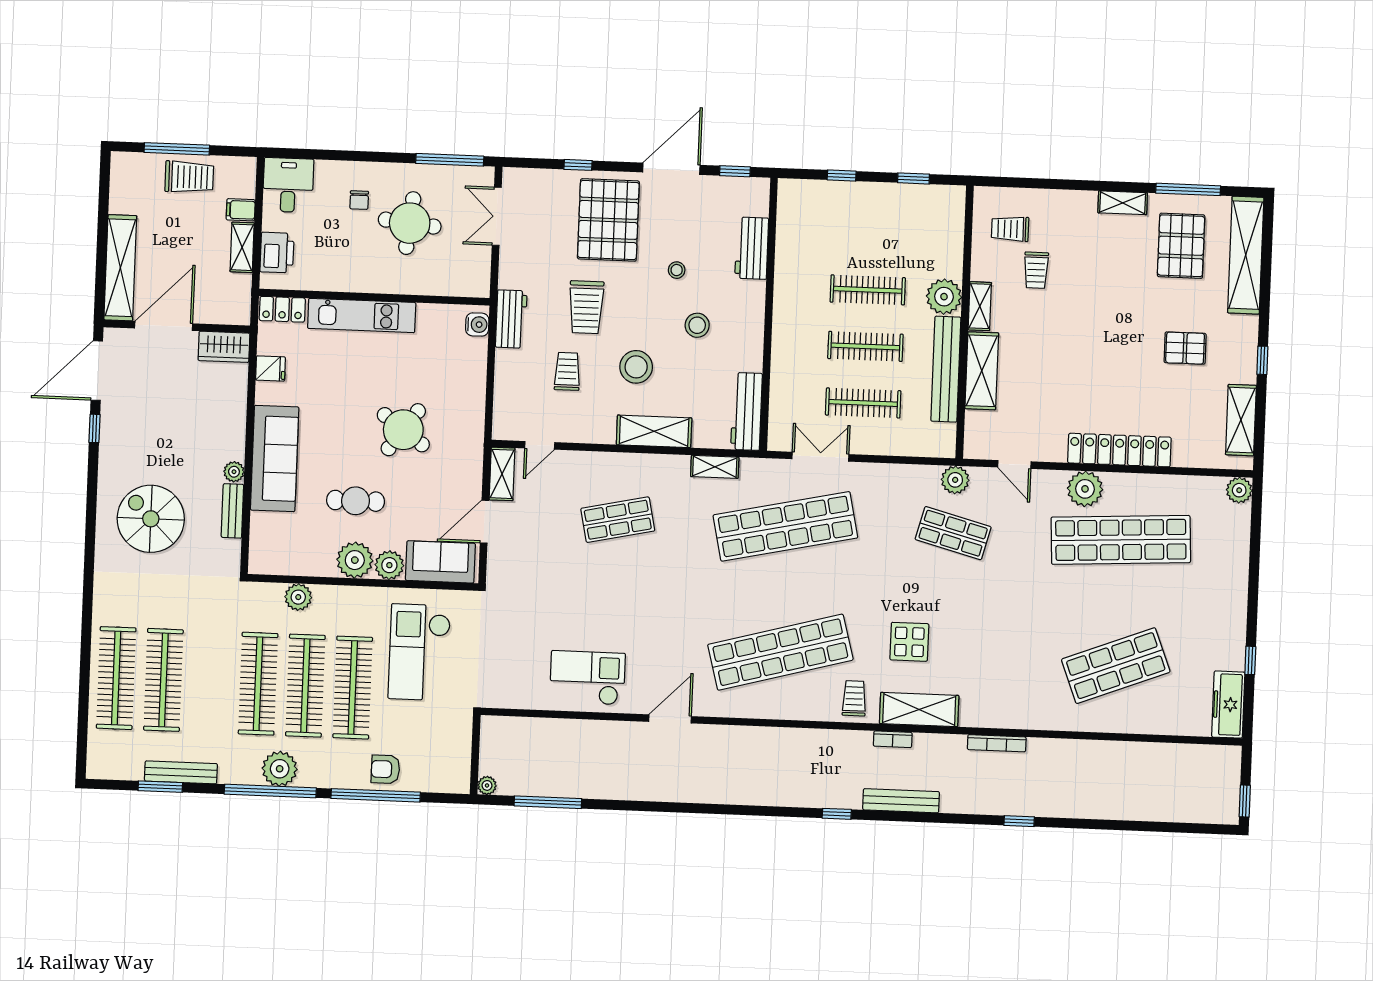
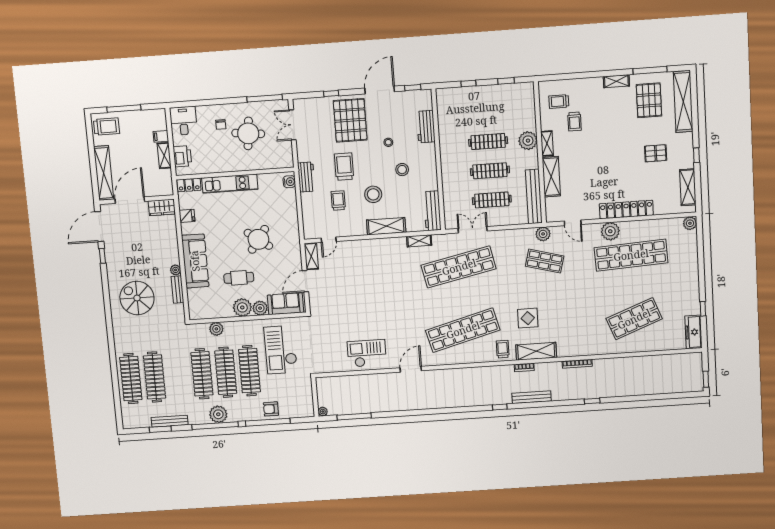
trolley: (189, 177) -> (107, 127), moved
trolley: (586, 307) -> (344, 167), turned 180
bench: (946, 369) -> (534, 197), moved
shop shelf: (618, 520) -> (373, 273), removed

